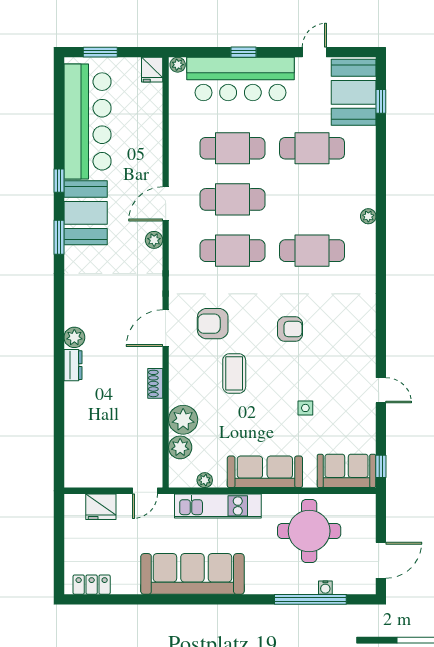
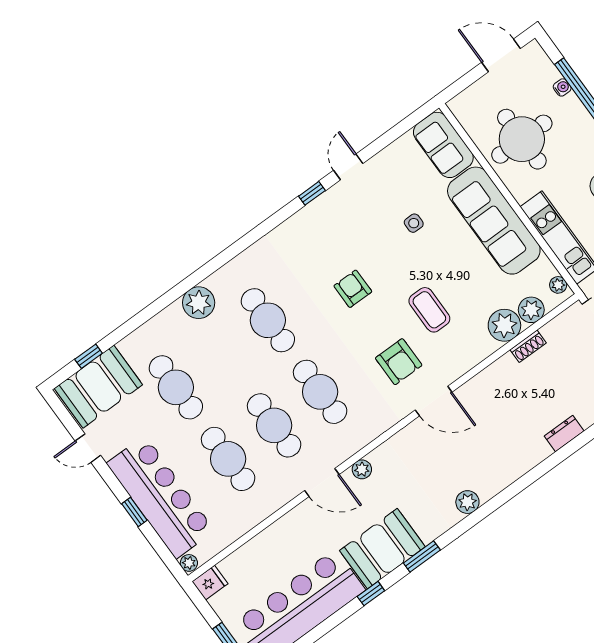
plant: (368, 216) -> (199, 303), width x1.88, depth x1.88
plant: (74, 337) -> (467, 502), moved
dresser: (73, 365) -> (564, 434), moved
coffee table: (234, 373) -> (429, 310), turned 90
shoe rack: (155, 383) -> (528, 346), moved
window: (381, 466) -> (312, 193), moved
sofa: (265, 472) -> (494, 221), width x1.36, depth x1.27
plant: (205, 480) -> (558, 285), moved

